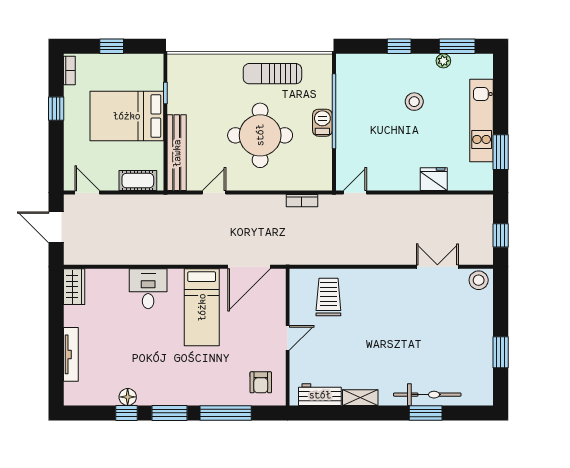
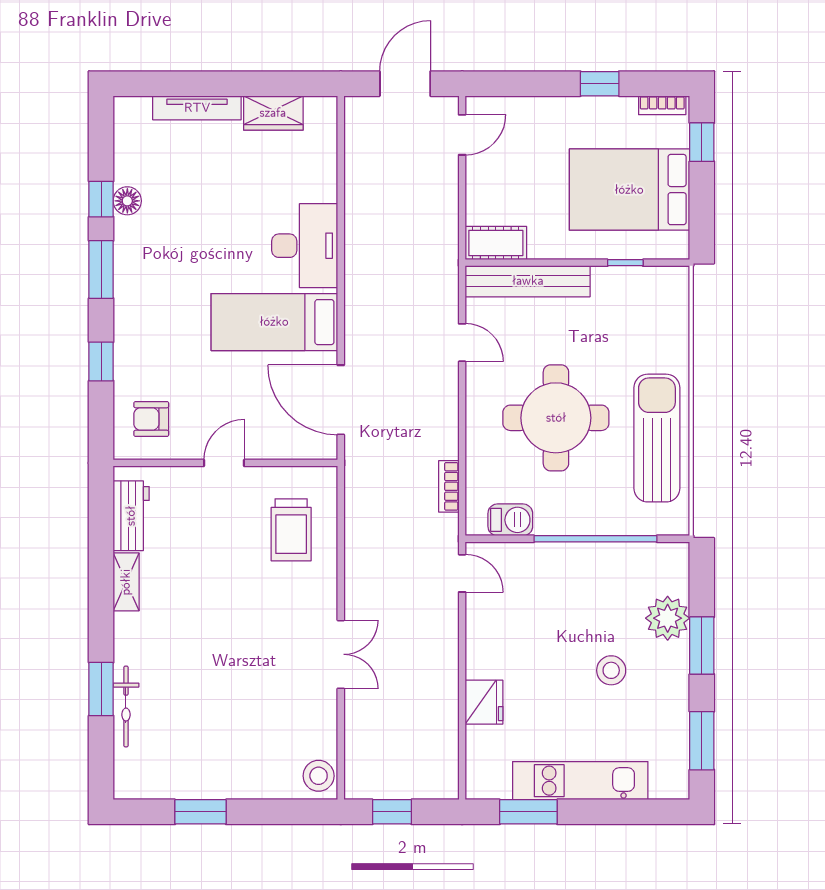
window: (112, 46) -> (702, 142), moved
window: (399, 46) -> (702, 646), width x1.50
plant: (443, 61) -> (668, 618), moved, width x1.88, depth x1.88
sun lounger: (272, 74) -> (657, 438), width x1.36, depth x1.34
bed: (127, 116) -> (629, 190), moved, turned -90
barbecue: (322, 123) -> (510, 520), moved
cot: (138, 181) -> (496, 243), moved, turned 90
double door: (437, 267) -> (341, 654), moved
wardrobe: (74, 287) -> (273, 113), moved
desk: (148, 289) -> (305, 246), width x1.37
trolley: (328, 297) -> (291, 530), turned 90
door: (288, 338) -> (224, 463), swing flipped
bicycle: (427, 395) -> (126, 706), width x0.73, depth x0.71
window: (226, 413) -> (101, 361), width x0.46

